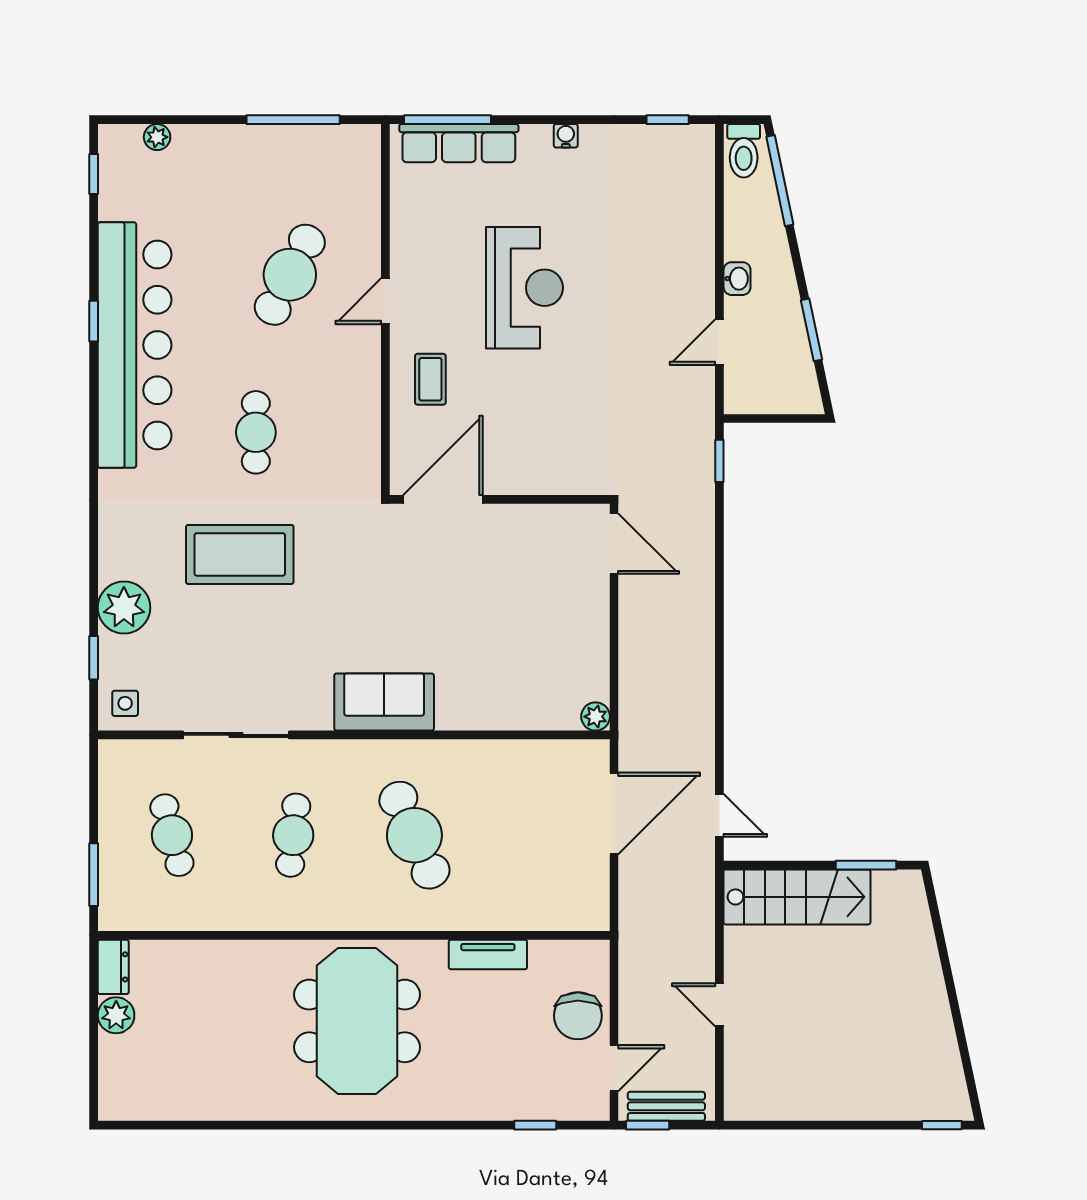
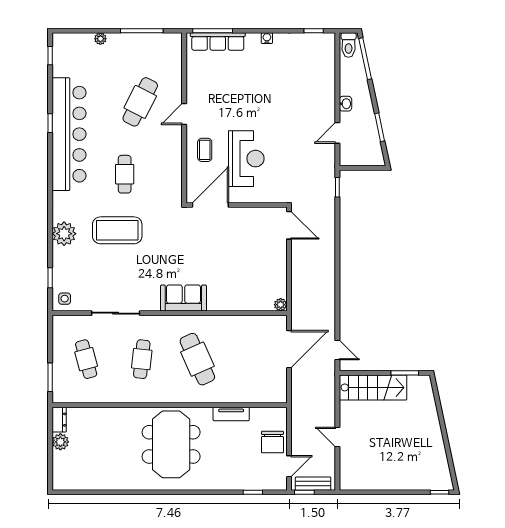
plant: (157, 137) -> (100, 39), moved
reception desk: (525, 288) -> (246, 159), moved
plant: (124, 608) -> (64, 234), moved

